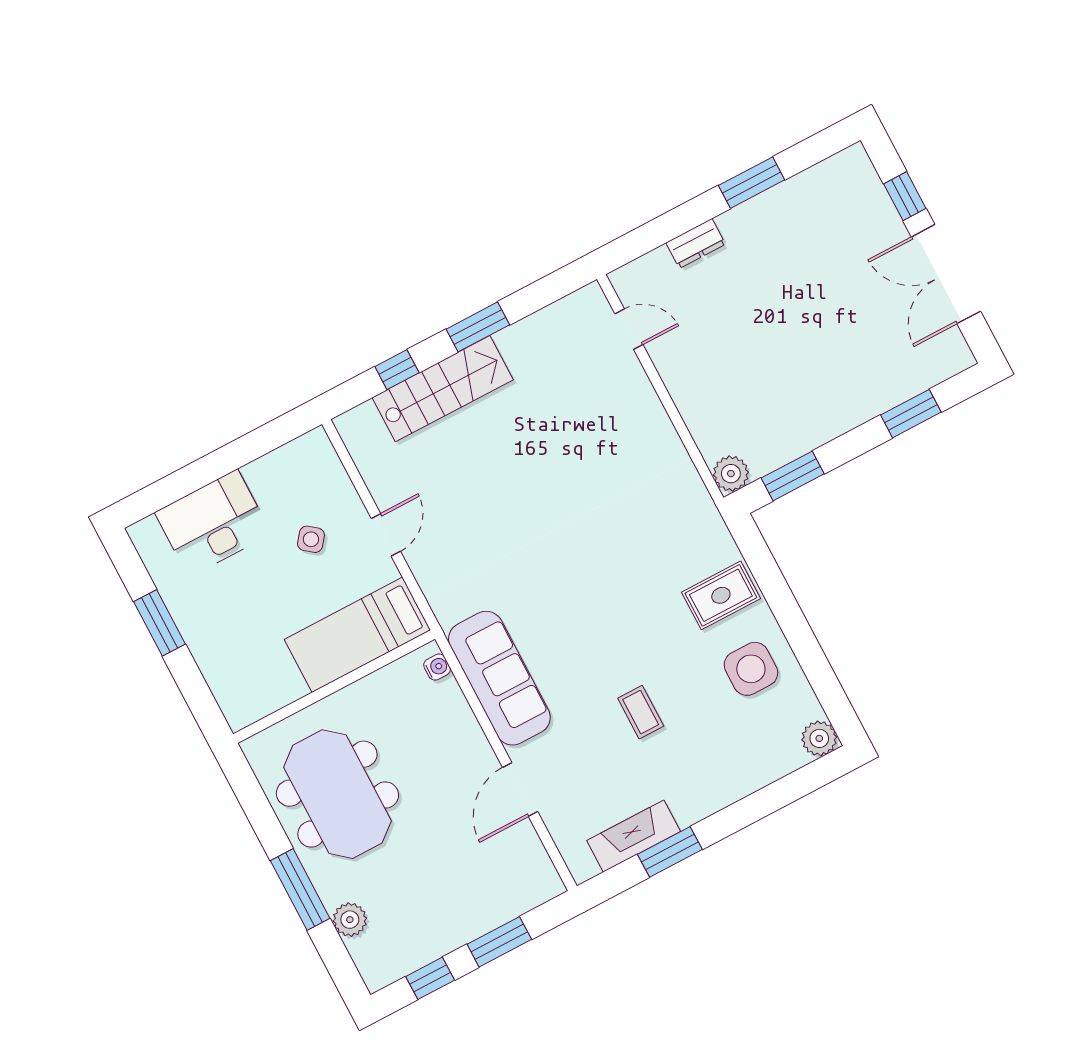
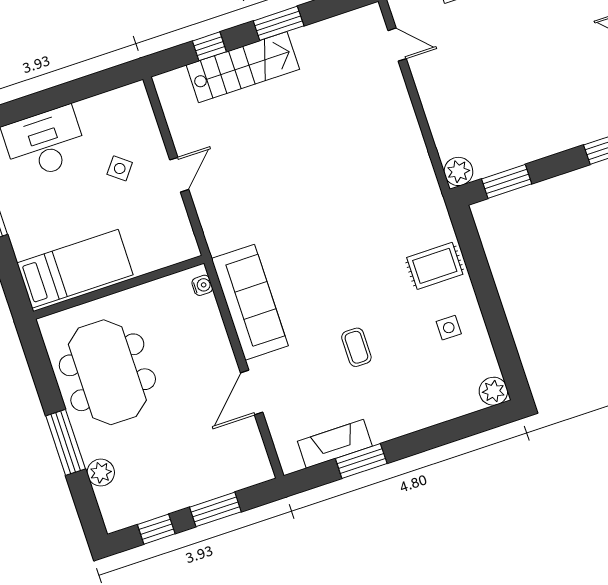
bed: (357, 635) -> (75, 269), moved, turned 180
side table: (751, 669) -> (449, 328), width x0.54, depth x0.54

